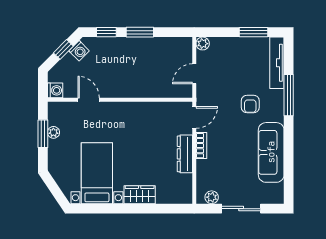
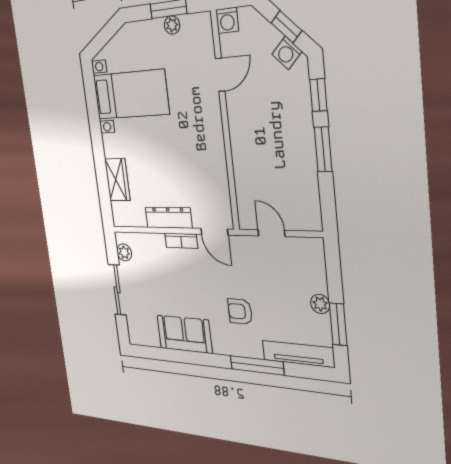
plant: (203, 44) -> (320, 304), moved
sofa: (271, 152) -> (184, 334), width x0.73
wardrobe: (140, 195) -> (117, 180), moved

